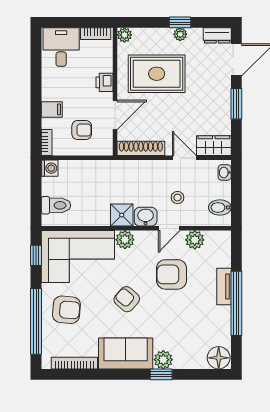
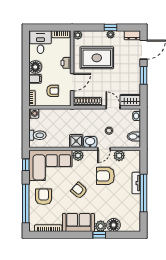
floor lamp: (52, 89) -> (35, 67), added
armchair: (66, 310) -> (44, 197), turned -95
floor lamp: (219, 358) -> (114, 225), moved

